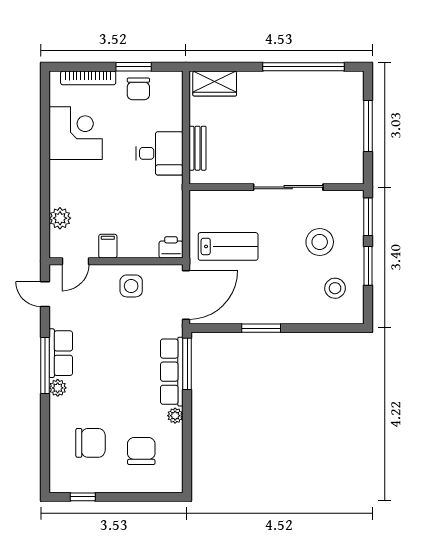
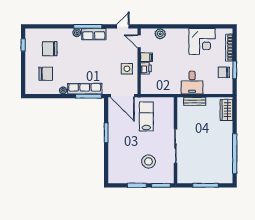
lab bench: (228, 246) -> (146, 116), turned 180
printer: (171, 247) -> (146, 68), moved
stool: (335, 288) -> (126, 169), removed
chair: (90, 443) -> (50, 49), turned 90

